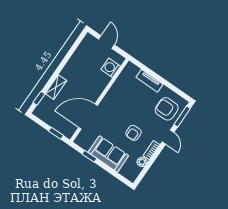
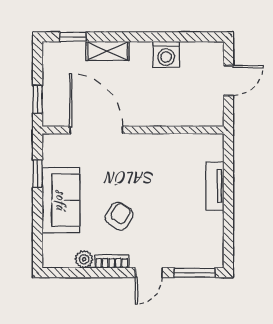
washing machine: (111, 68) -> (166, 54), moved, turned 180
armchair: (167, 109) -> (190, 241), removed
armchair: (133, 133) -> (119, 216), turned 122

